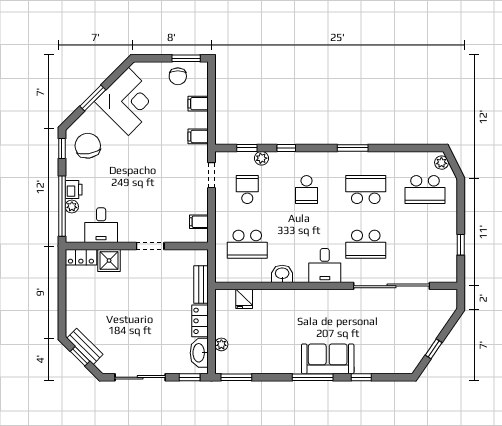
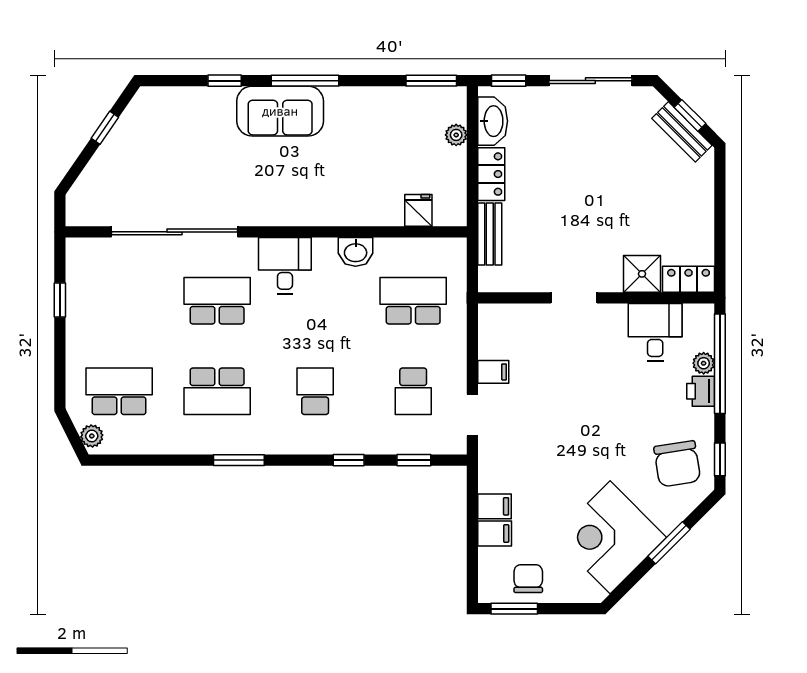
filing cabinet: (198, 136) -> (494, 506), moved
plant: (261, 158) -> (390, 443), removed
filing cabinet: (199, 222) -> (493, 372), moved

